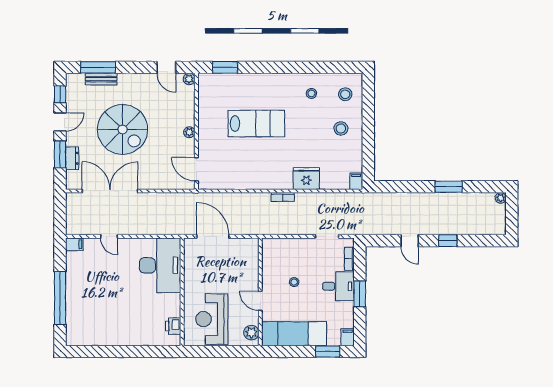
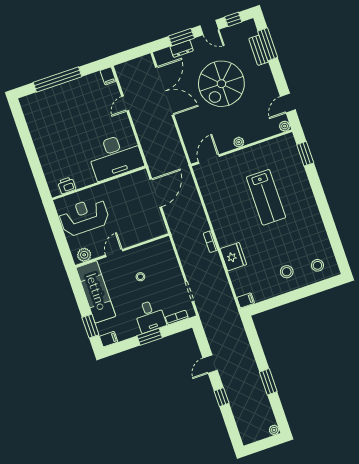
stool: (311, 93) -> (308, 236), removed

